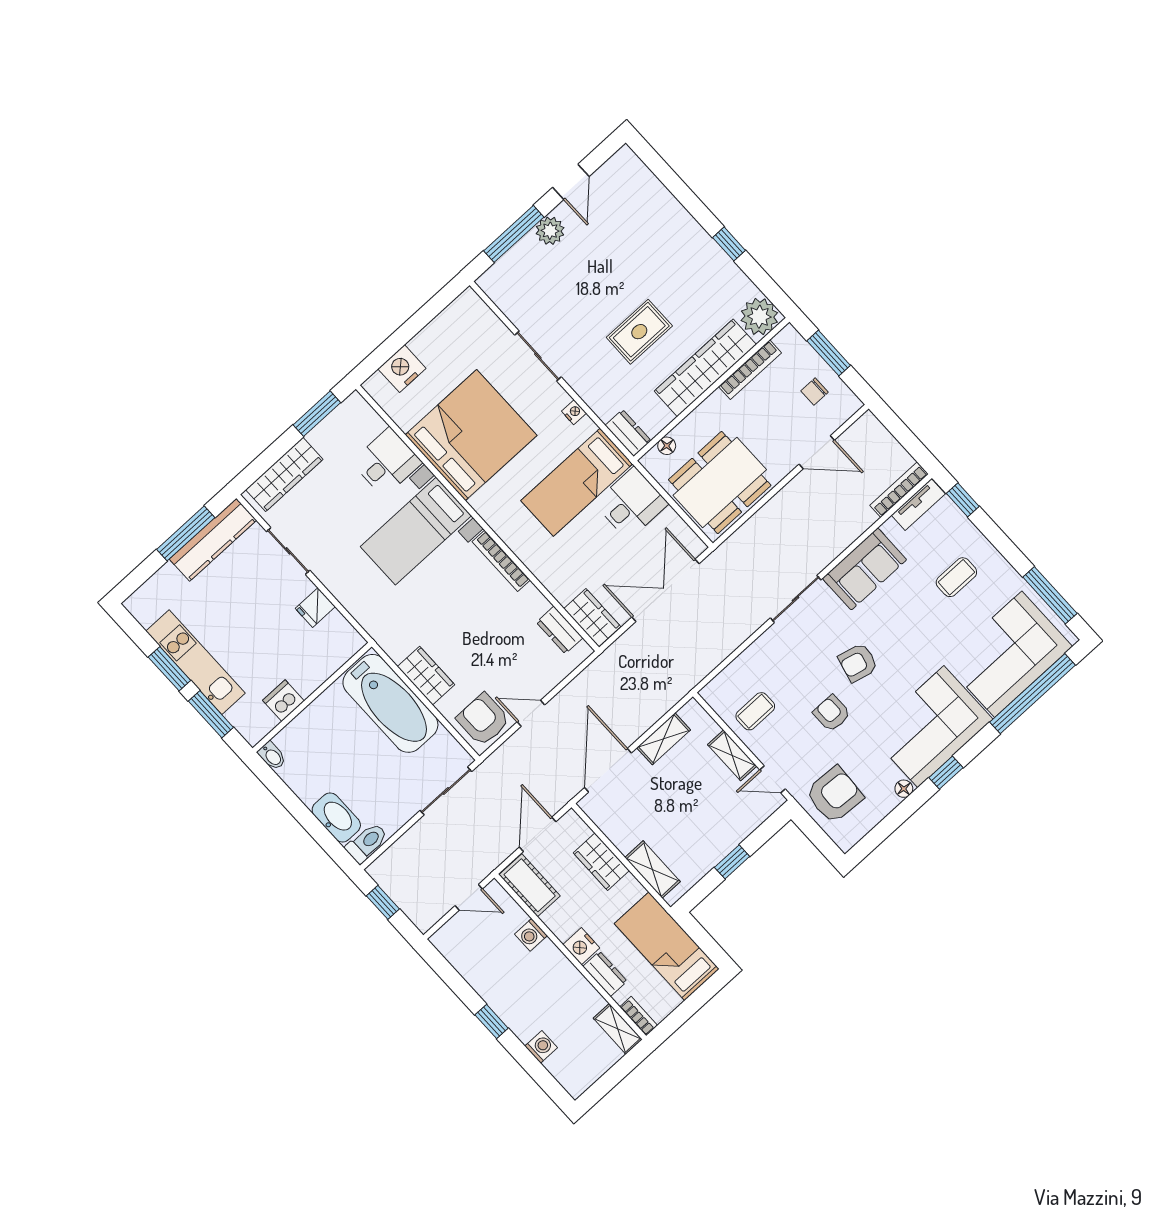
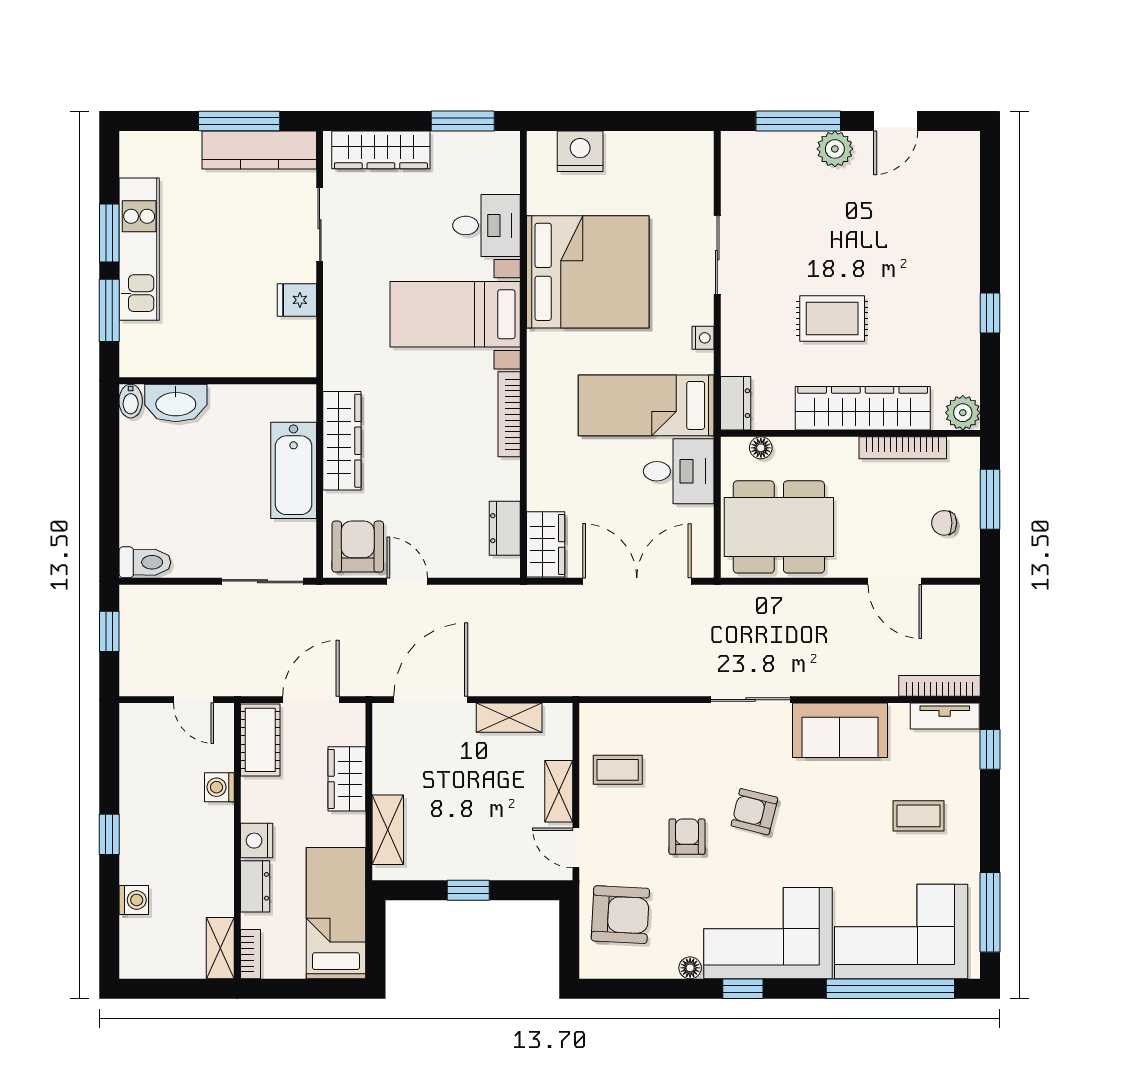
plant: (759, 317) -> (963, 413), width x0.73, depth x0.73
wardrobe: (426, 676) -> (342, 441), width x1.50
dishwasher: (283, 701) -> (188, 359), removed
bathtub: (390, 703) -> (294, 470), width x0.73, depth x0.73
washbasin: (336, 818) -> (176, 403), moved, turned 90

